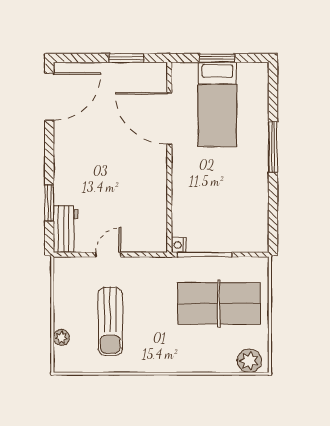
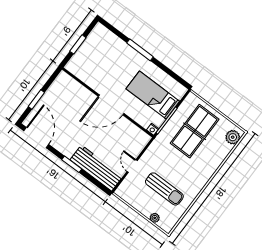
window: (126, 58) -> (36, 100), moved
bed: (217, 104) -> (153, 95), moved, turned 180
door: (169, 118) -> (111, 105), moved
window: (49, 203) -> (72, 164), moved
workbench: (66, 229) -> (96, 168), width x1.88, depth x1.32

